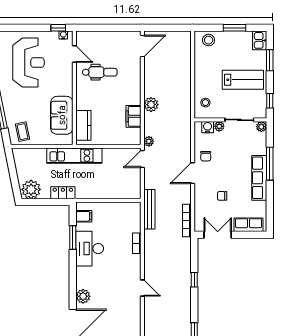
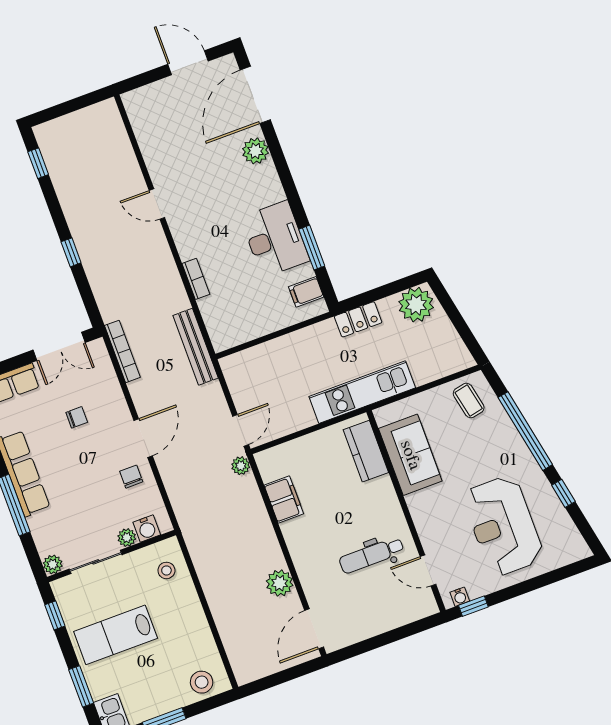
plant: (151, 105) -> (280, 583), moved

